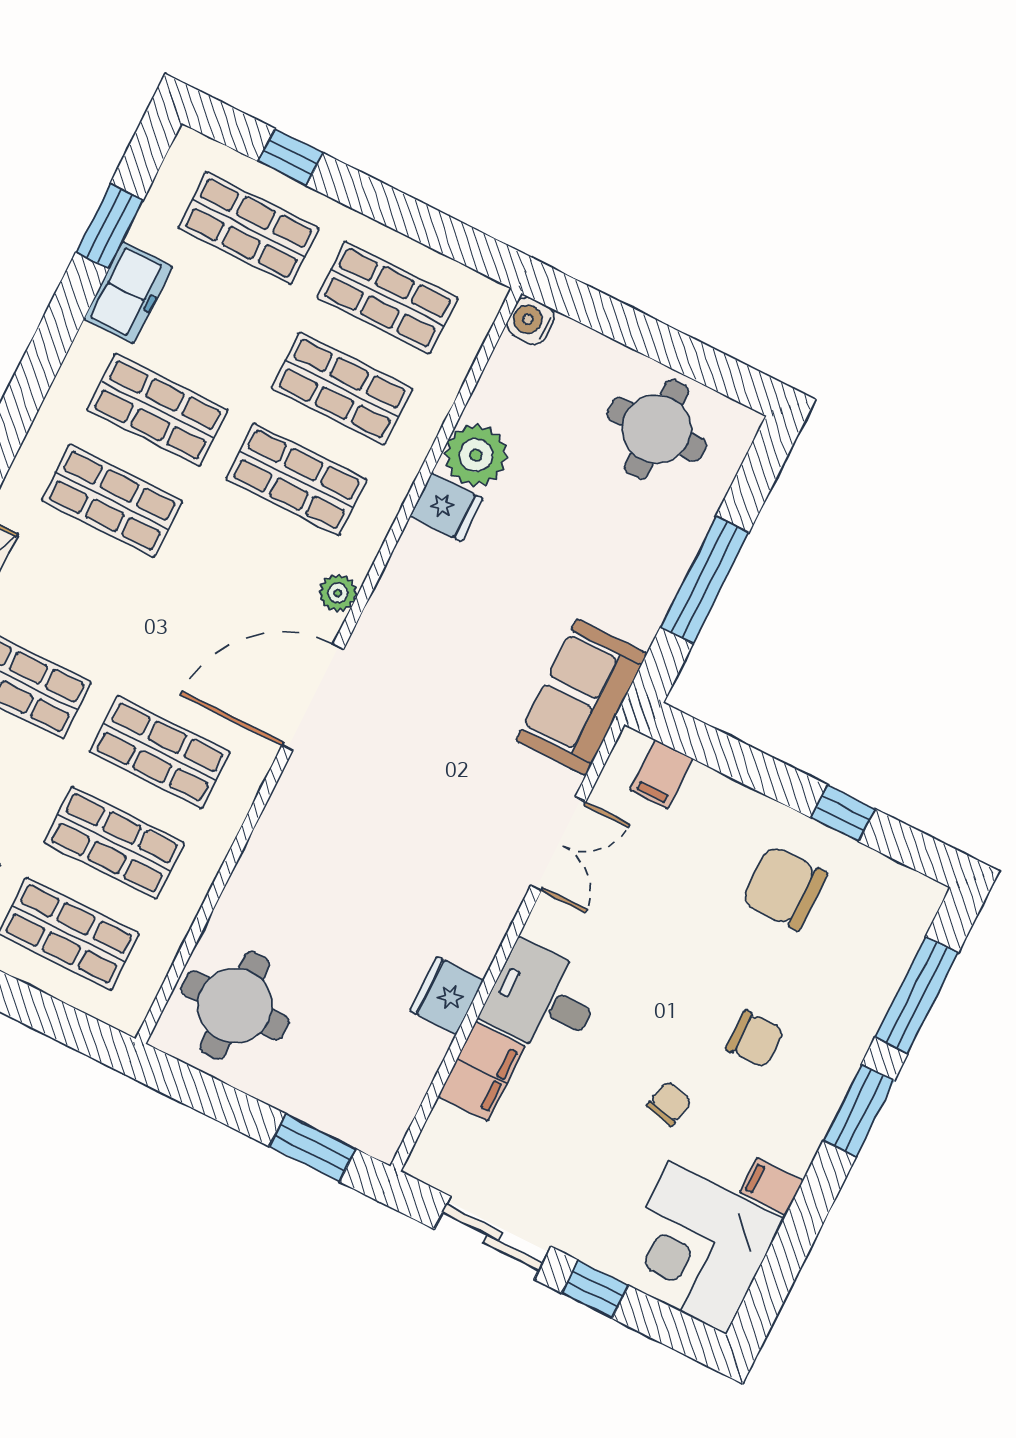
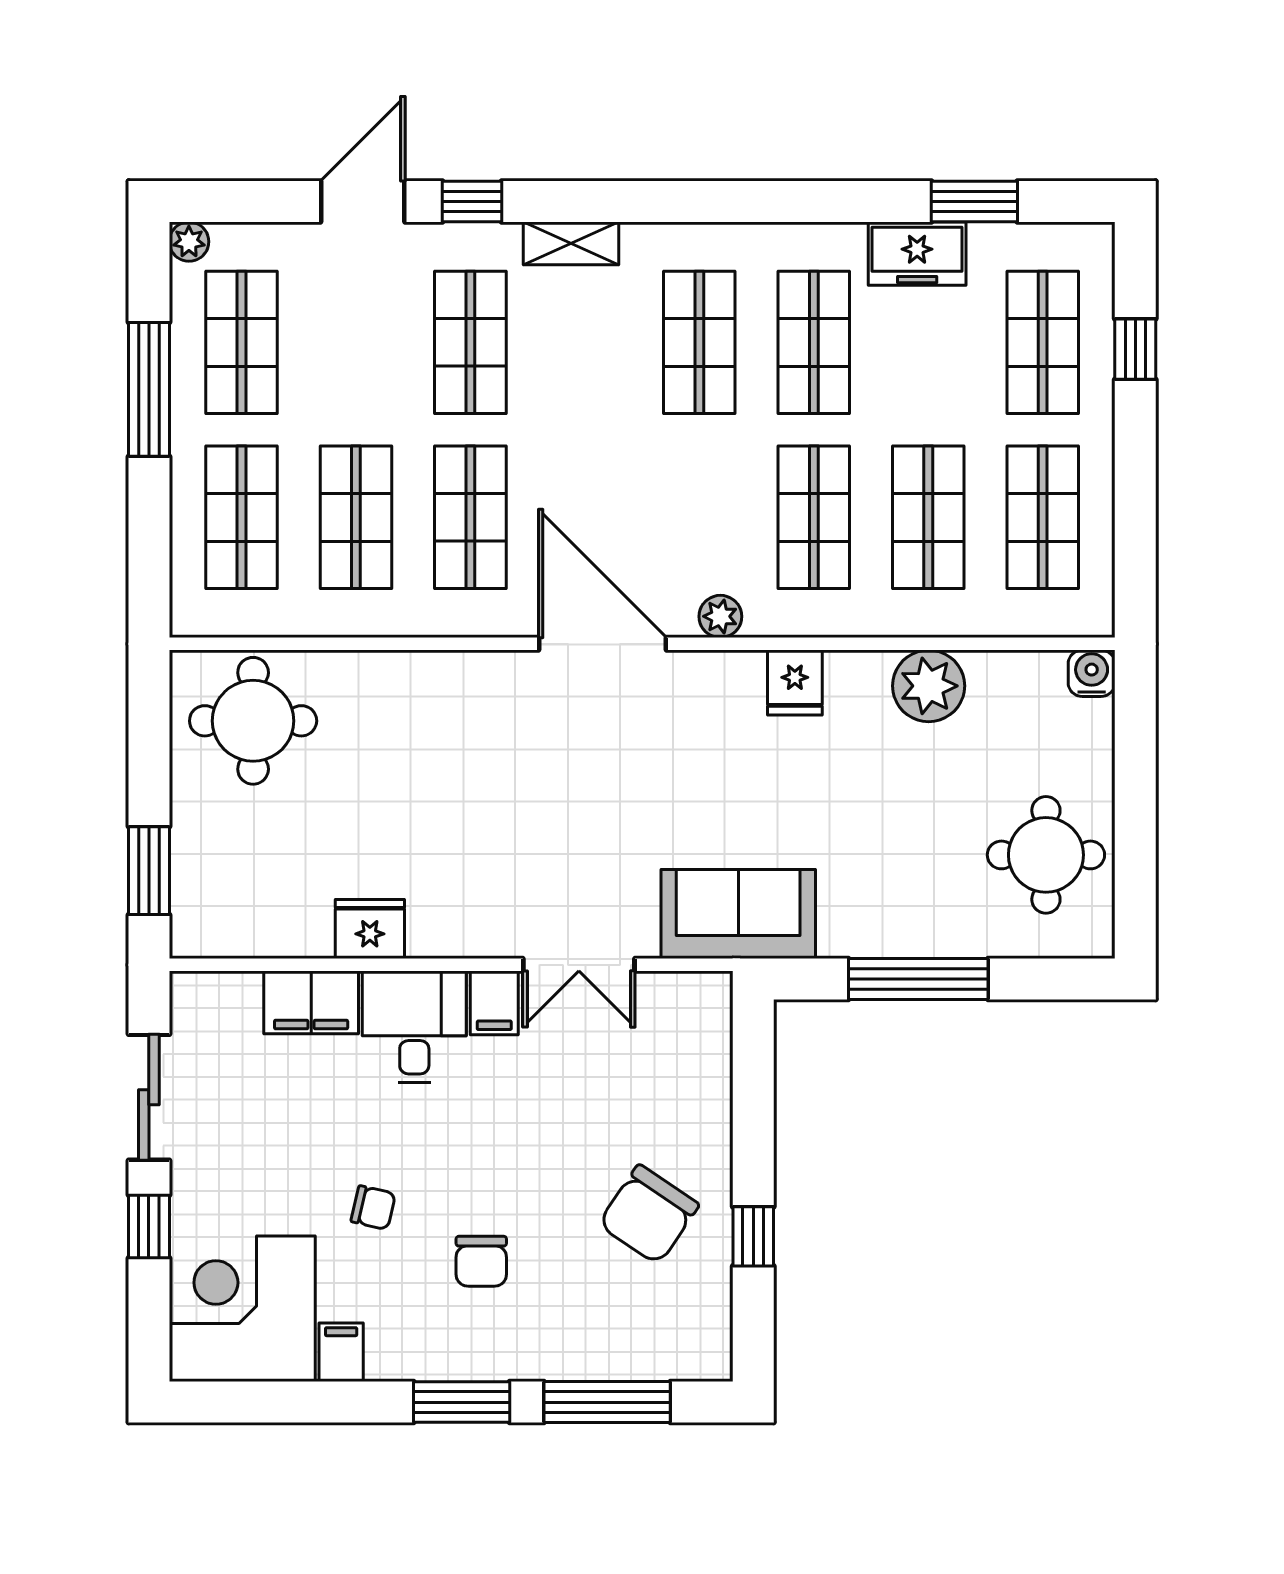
fridge: (446, 507) -> (795, 683), moved
filing cabinet: (661, 774) -> (494, 1003), moved, turned -90
chair: (784, 888) -> (649, 1215), turned -146

